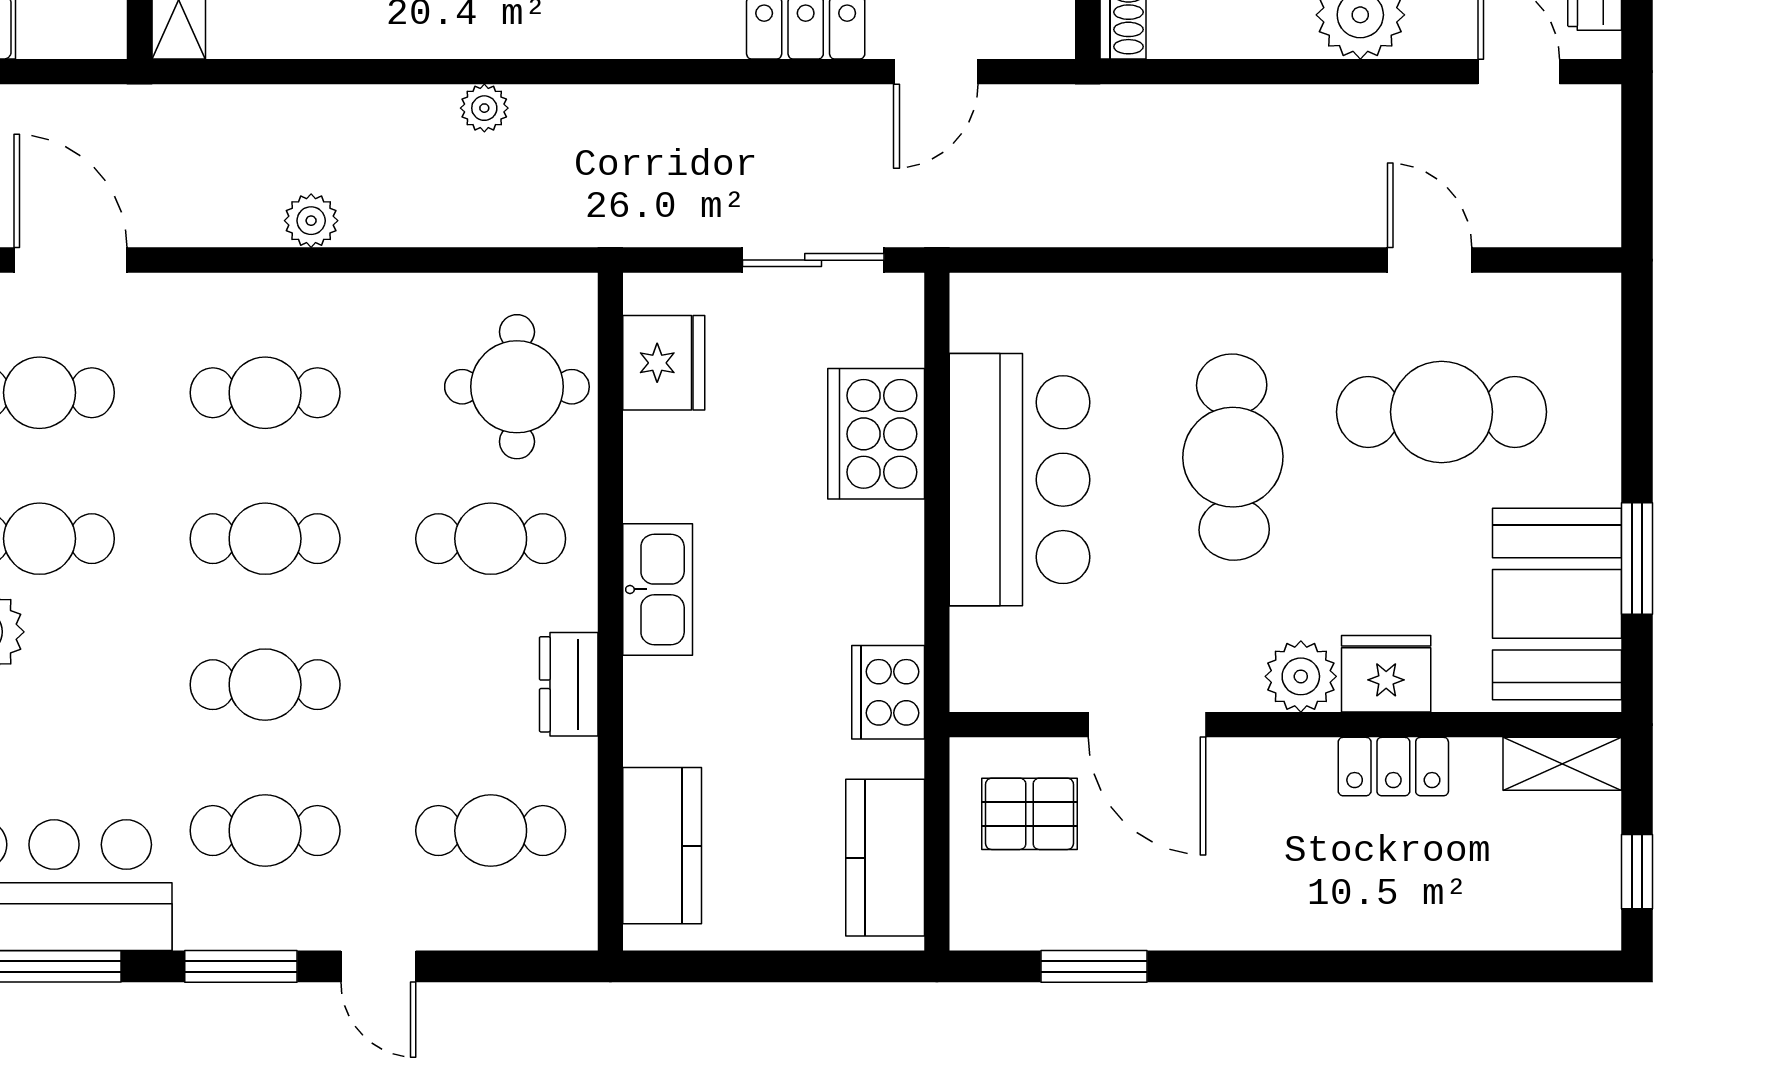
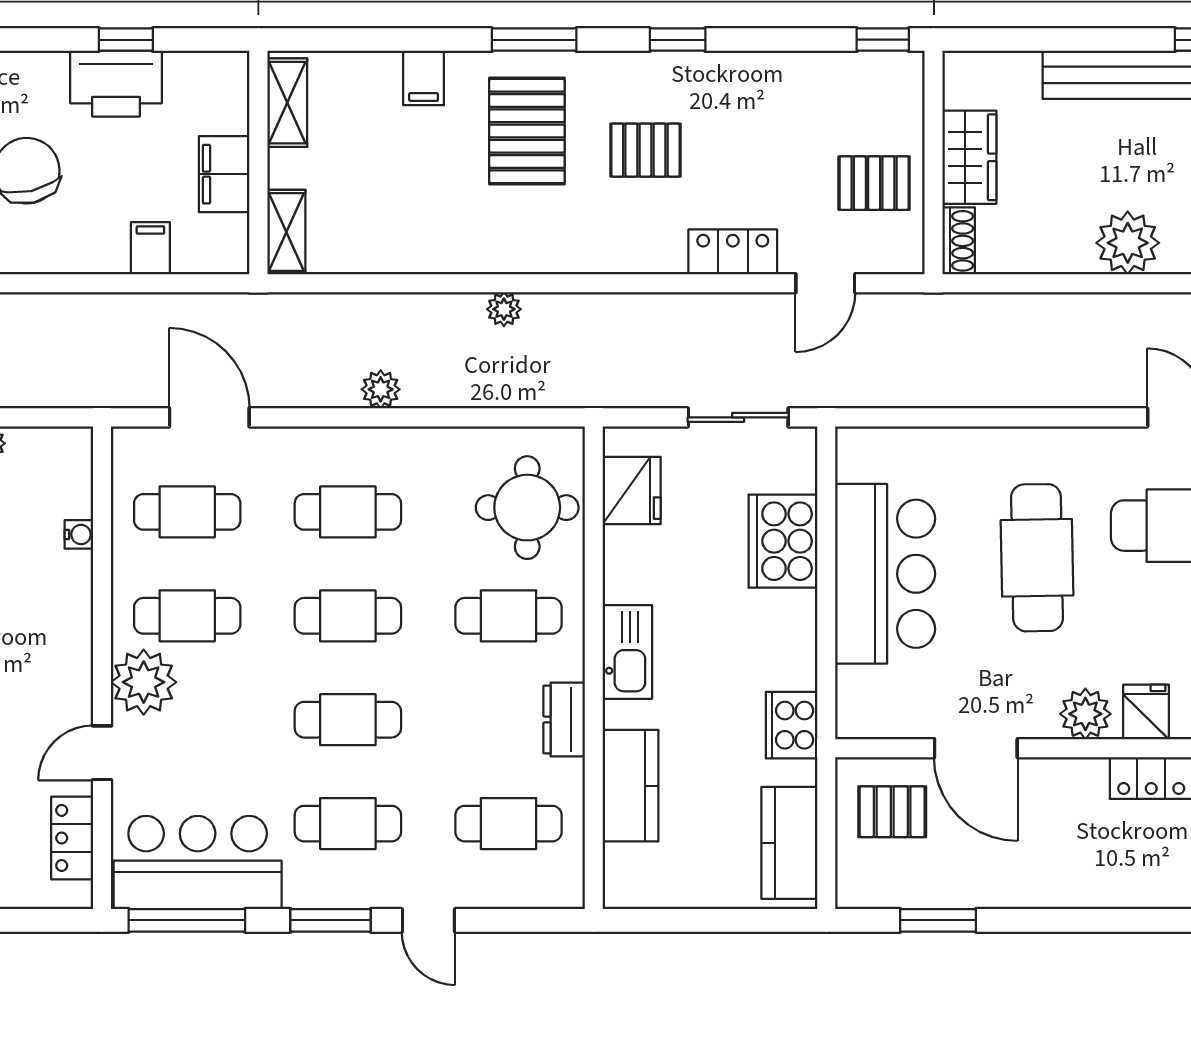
fridge: (1386, 674) -> (1146, 712), width x0.72
kitchen counter: (662, 846) -> (631, 786), moved

